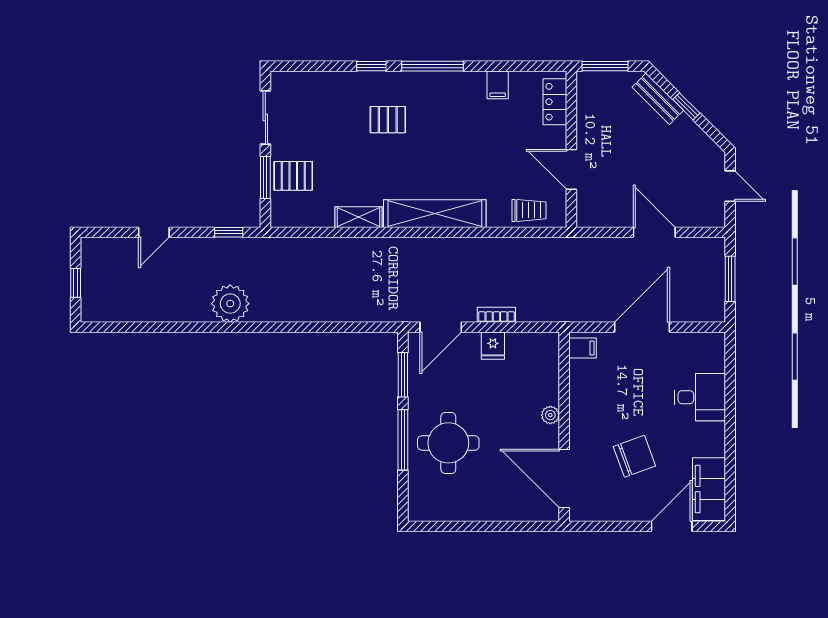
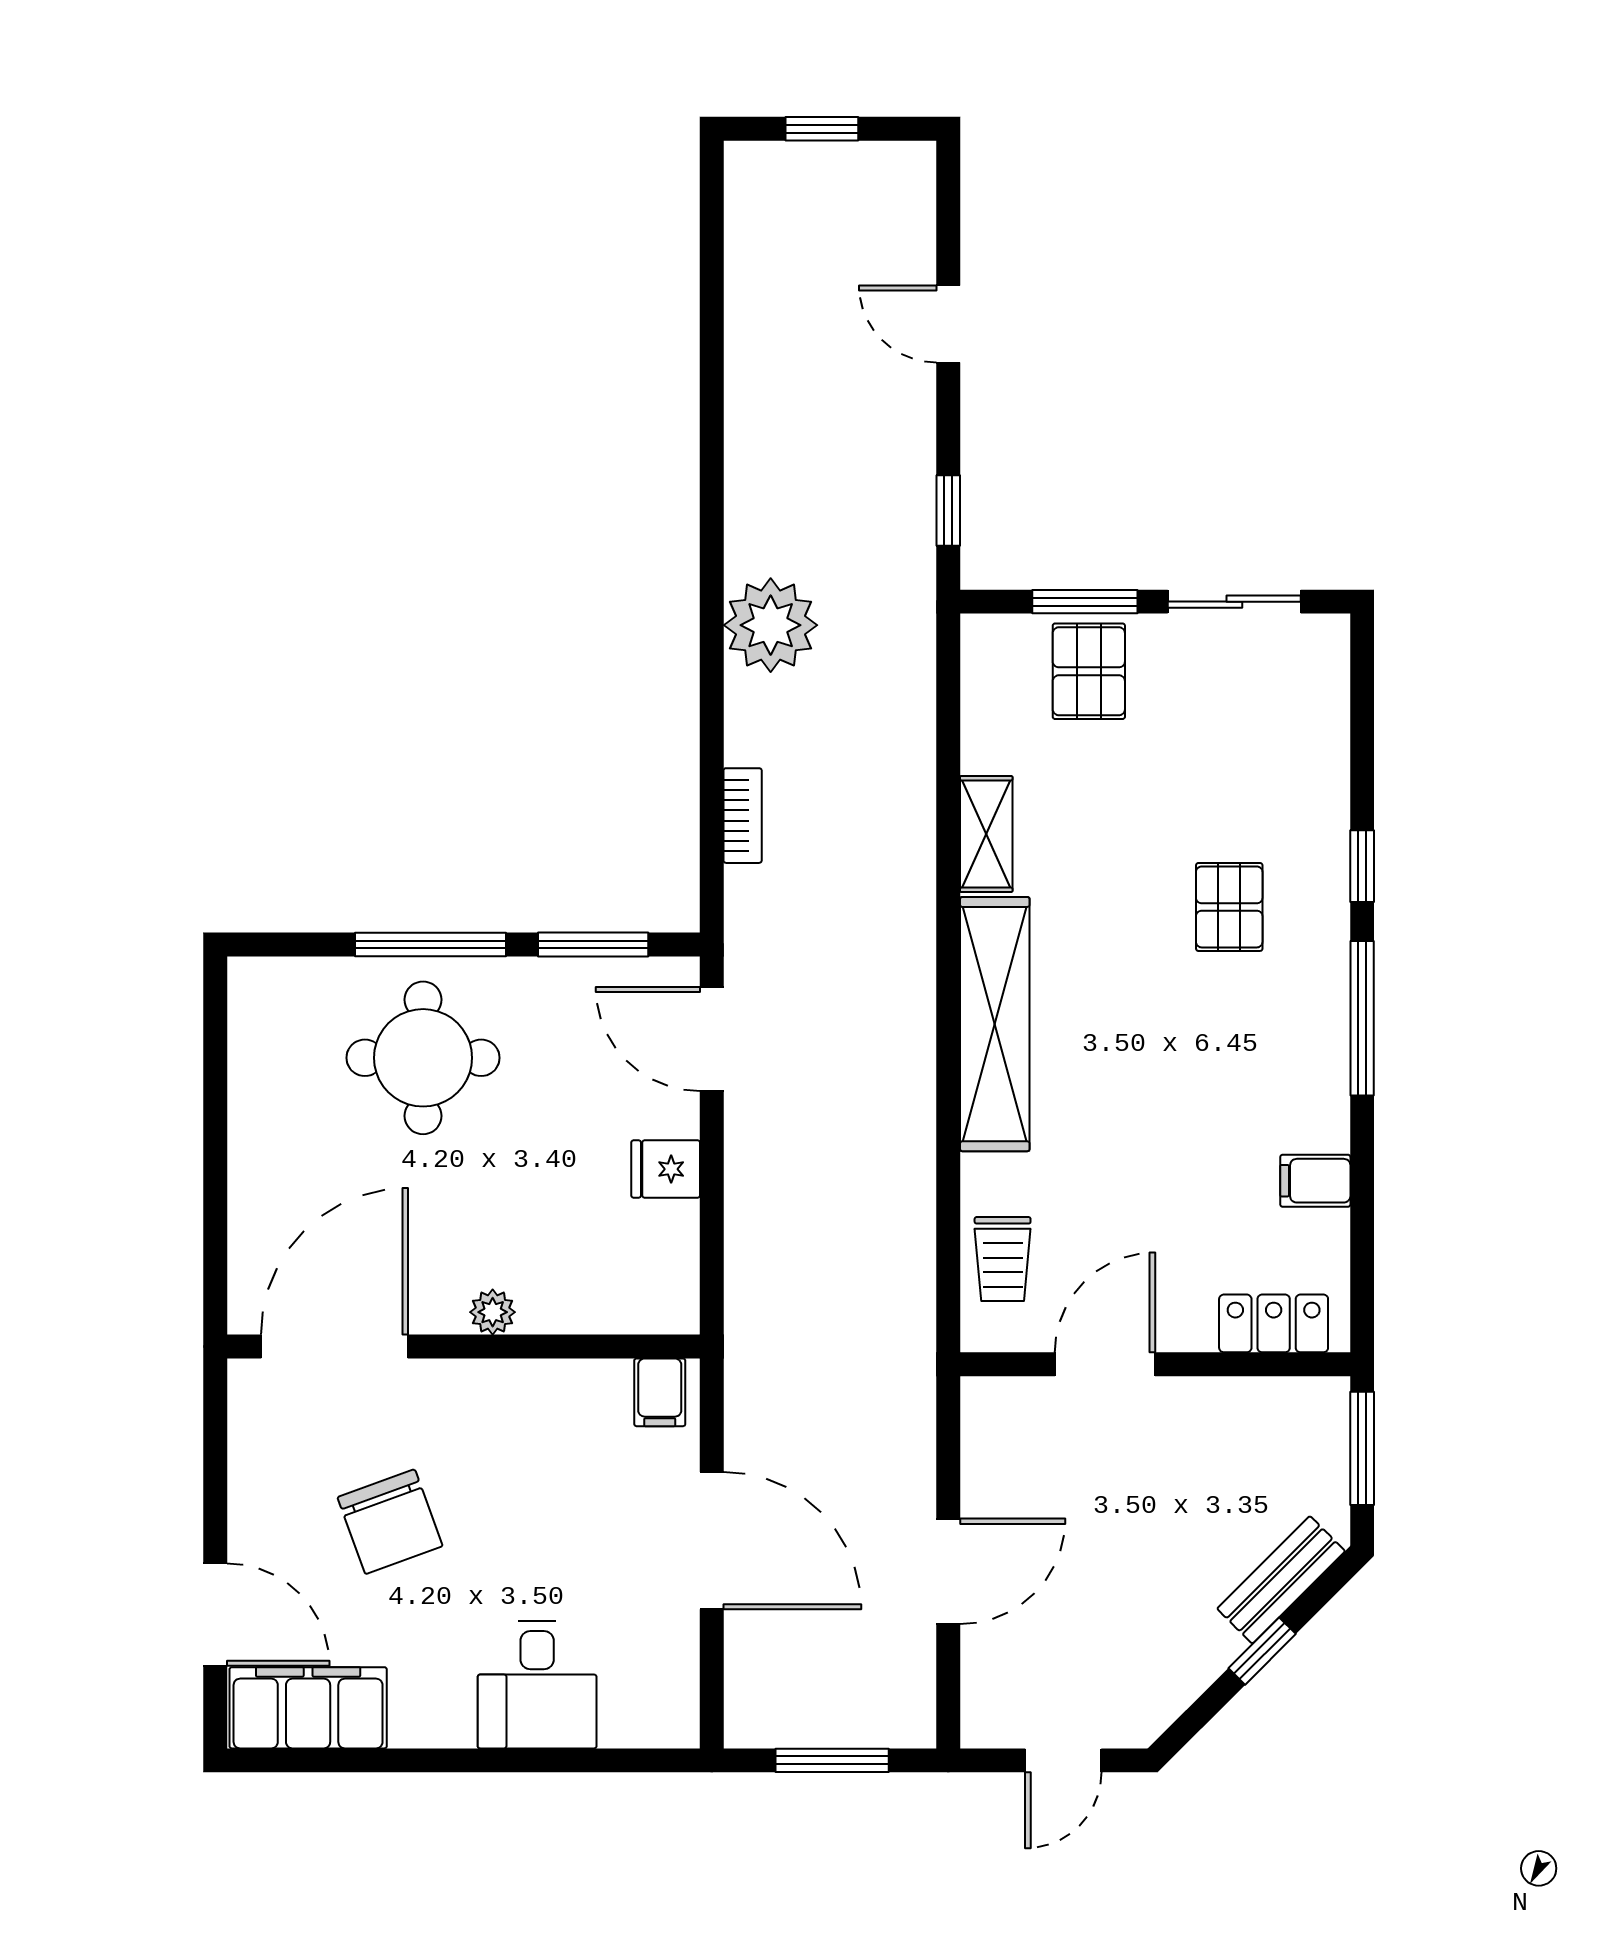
plant: (230, 304) -> (771, 625), moved
bookcase: (496, 315) -> (743, 816), moved

